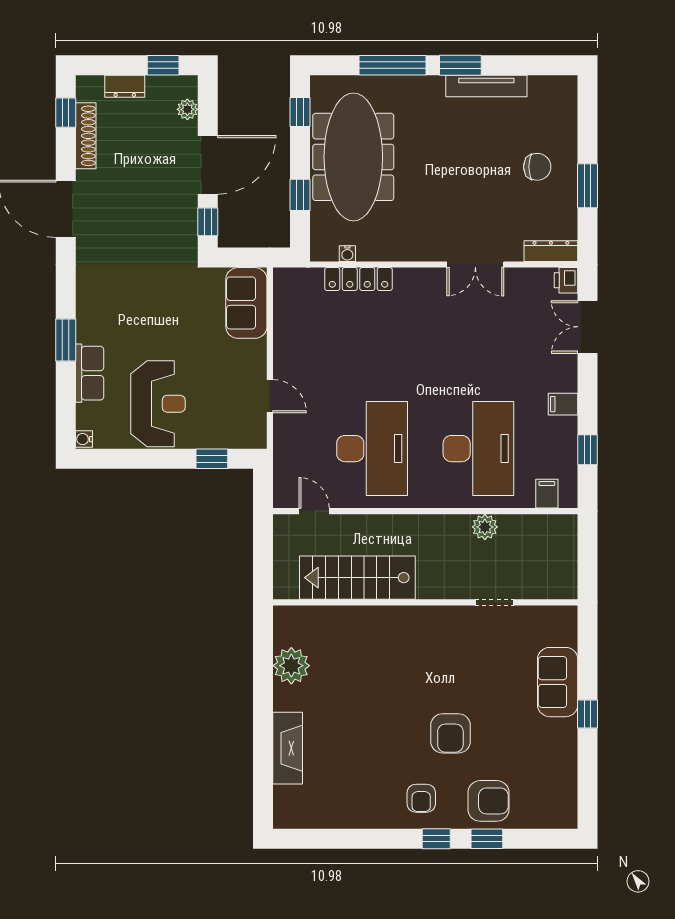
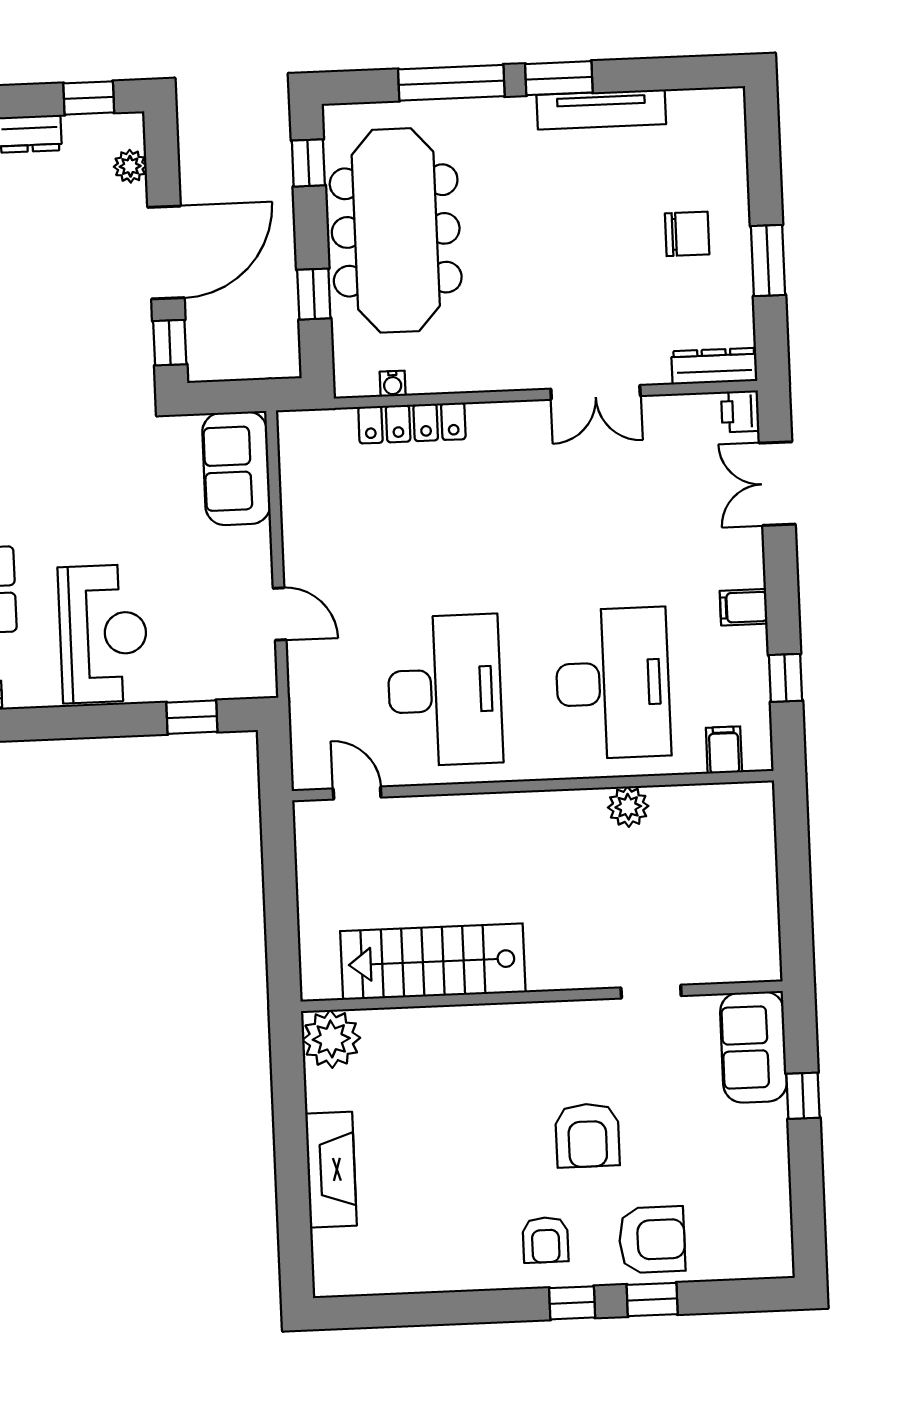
stairs: (357, 578) -> (433, 962), moved
wall: (425, 602) -> (542, 996), moved
doorway: (494, 602) -> (651, 992), moved

